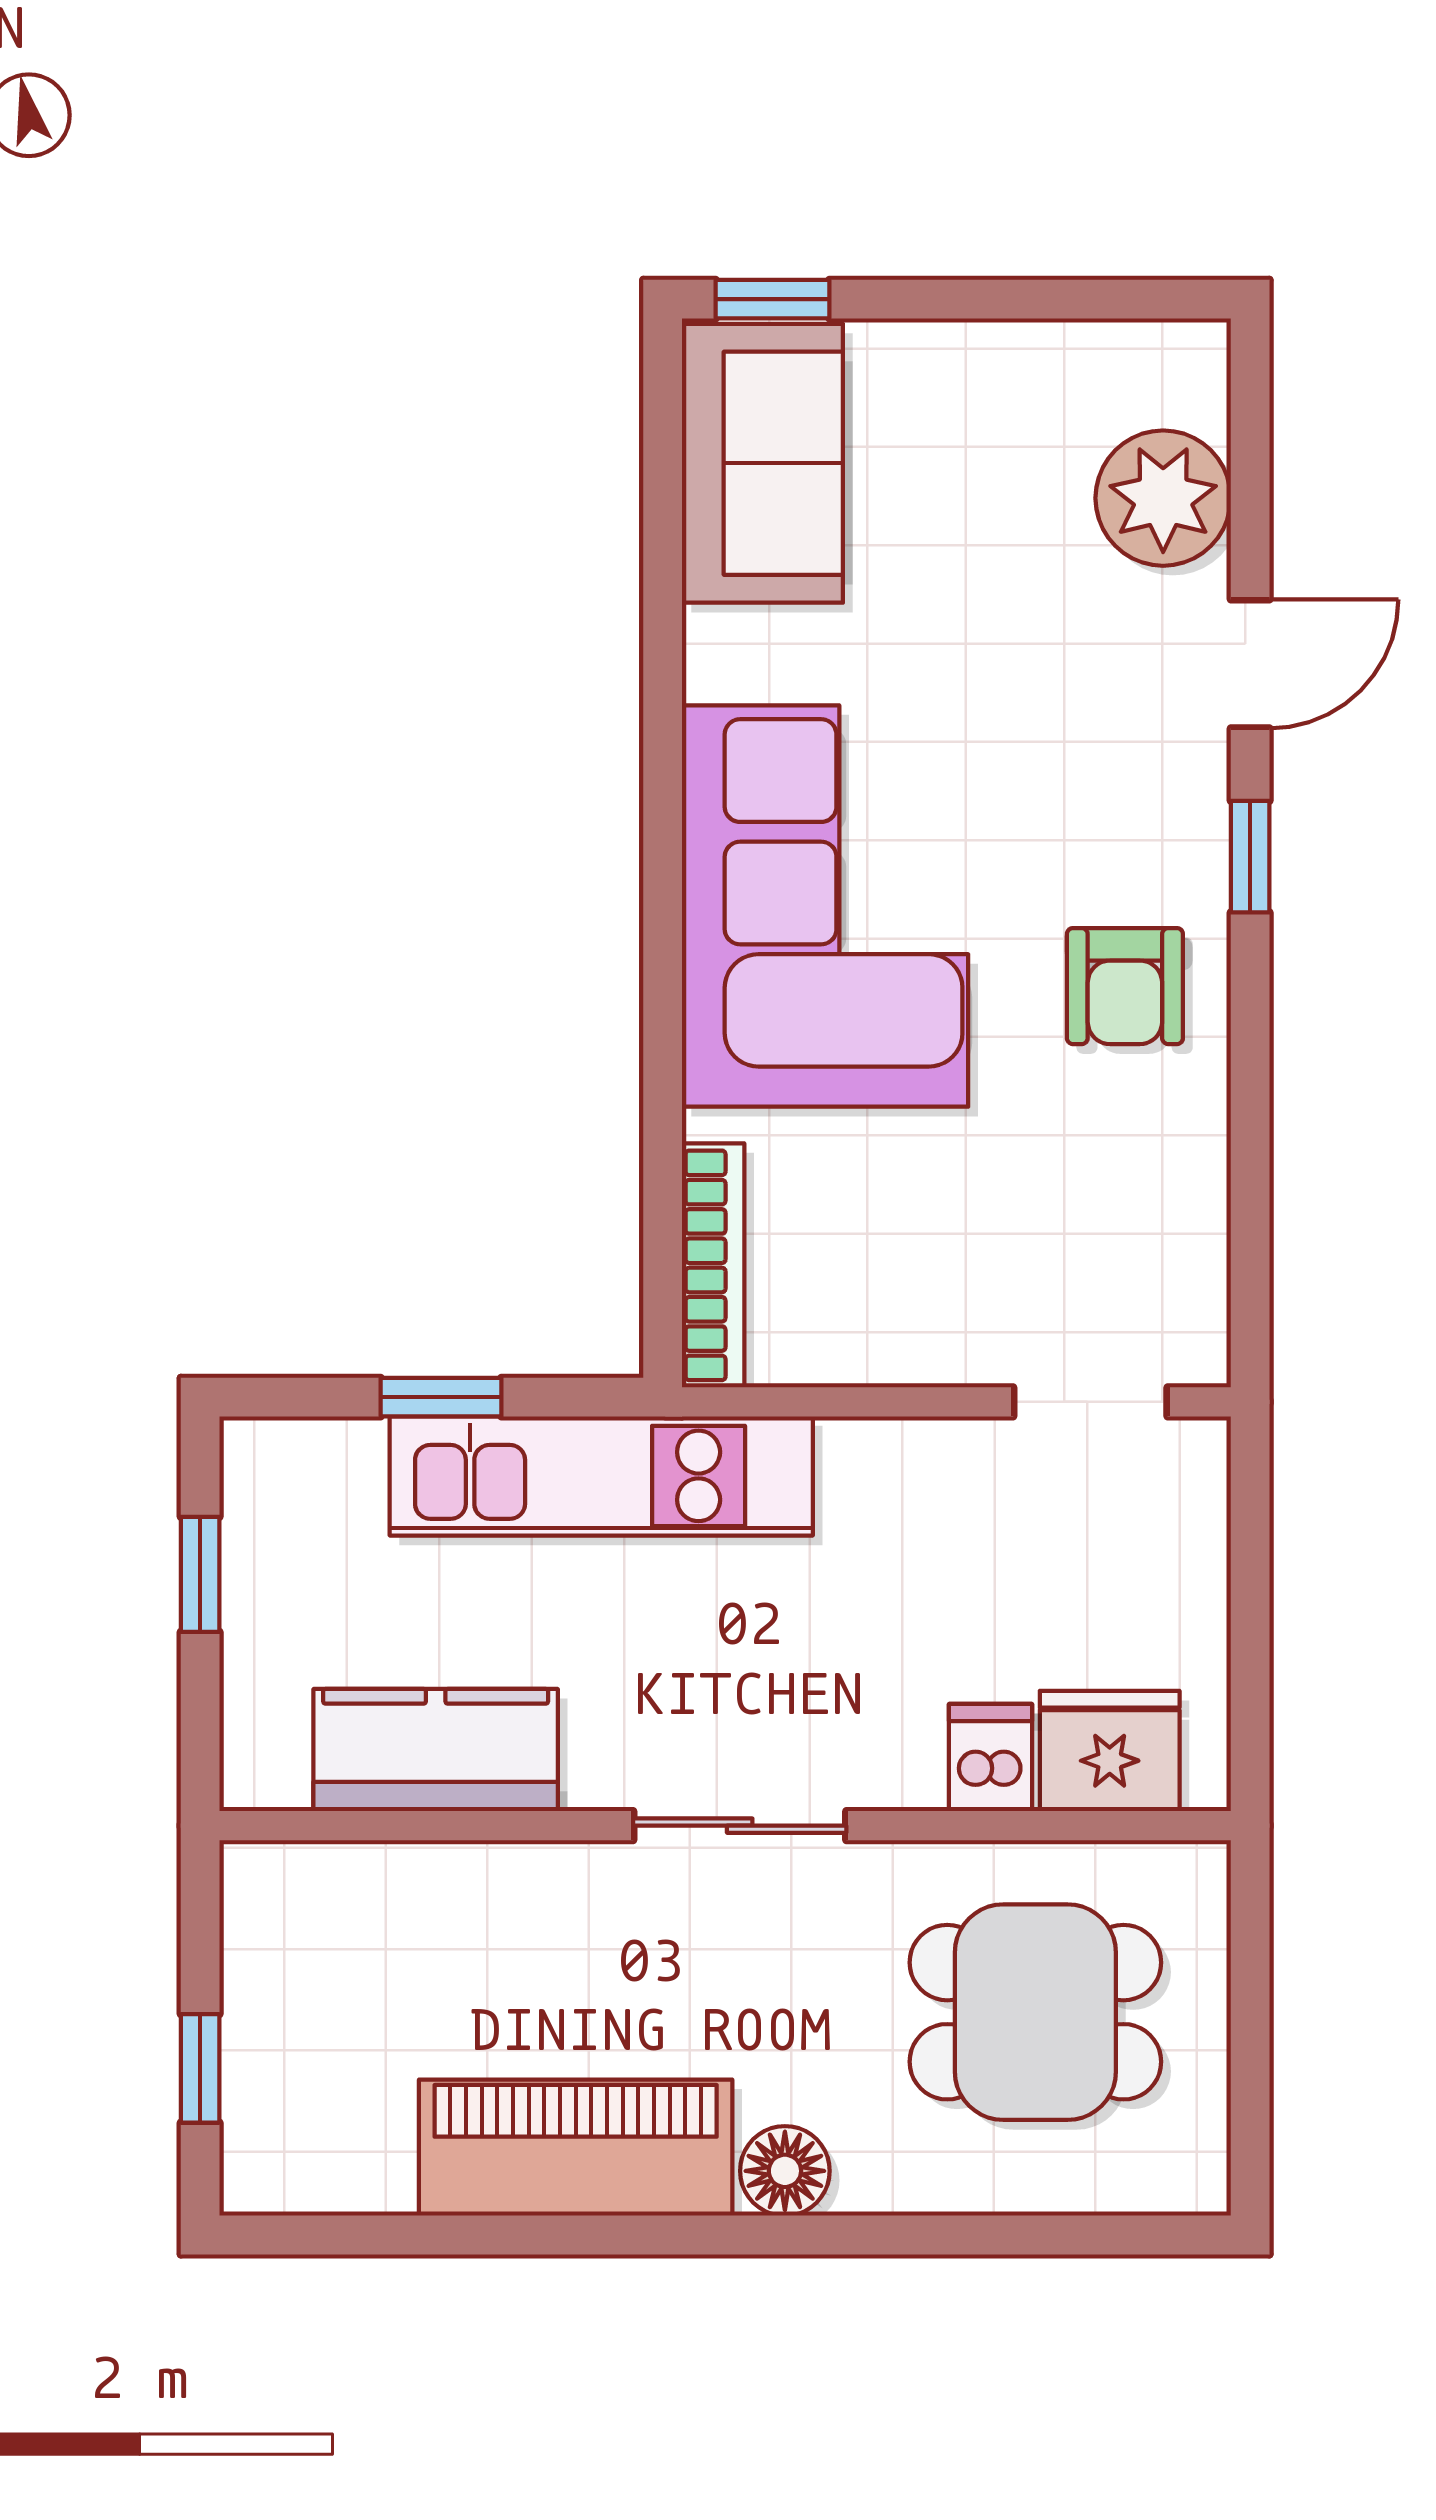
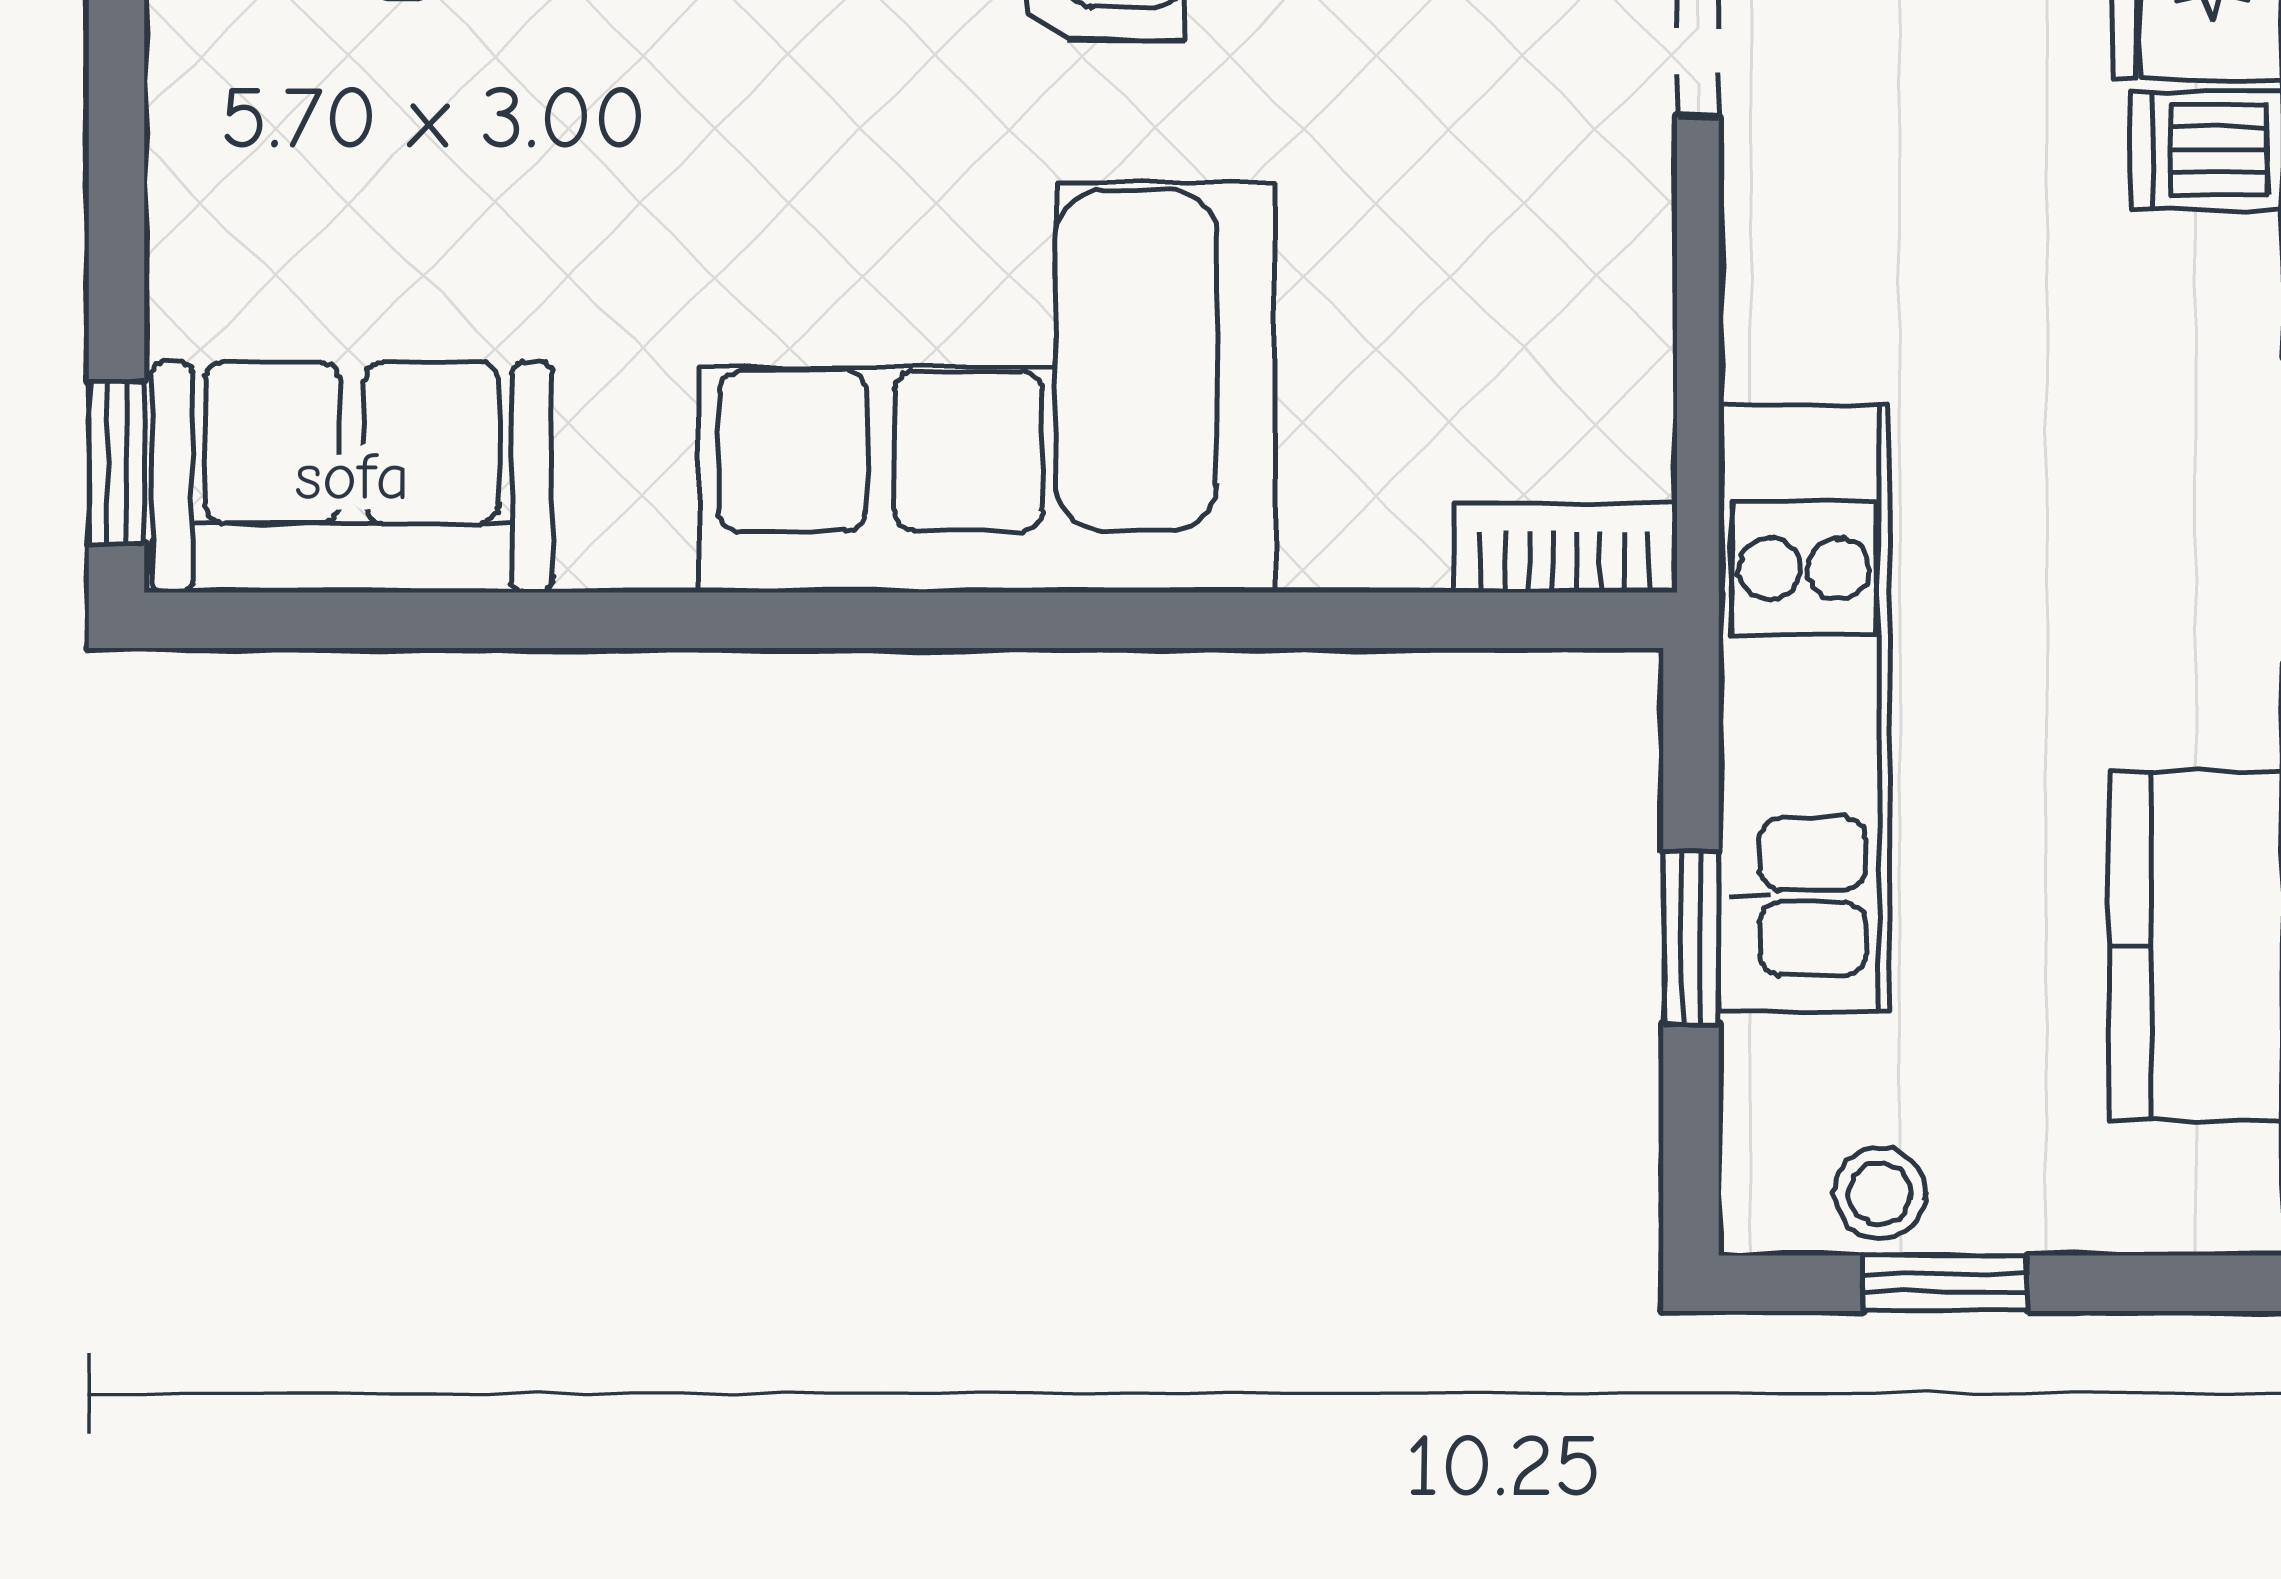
bookcase: (713, 1265) -> (1565, 548), width x0.64
stool: (263, 1529) -> (1880, 1194), added

